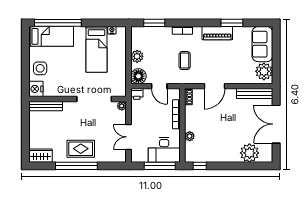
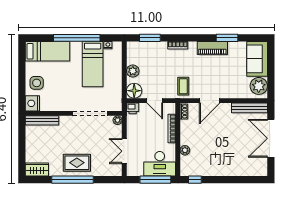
window: (58, 23) -> (77, 38), moved
coffee table: (185, 61) -> (183, 86), moved
plant: (249, 153) -> (244, 167), removed

